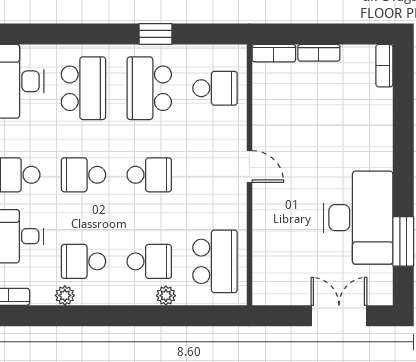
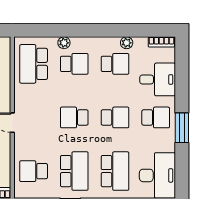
school desk: (83, 88) -> (115, 171), turned 180
school desk: (149, 261) -> (74, 64), turned 180

